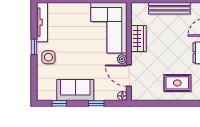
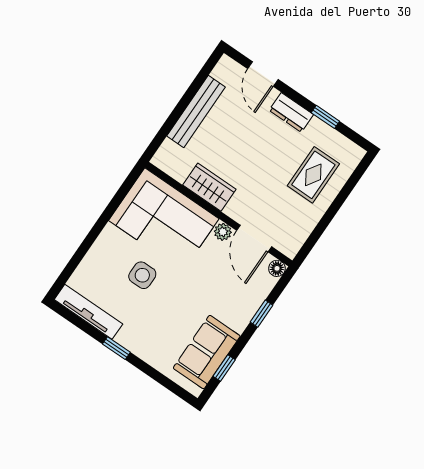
side table: (48, 57) -> (142, 275), moved
door: (129, 76) -> (254, 238), hinge flipped
sofa: (75, 90) -> (207, 352), moved

